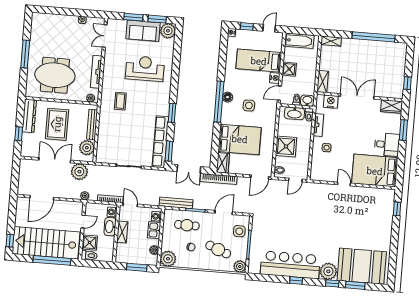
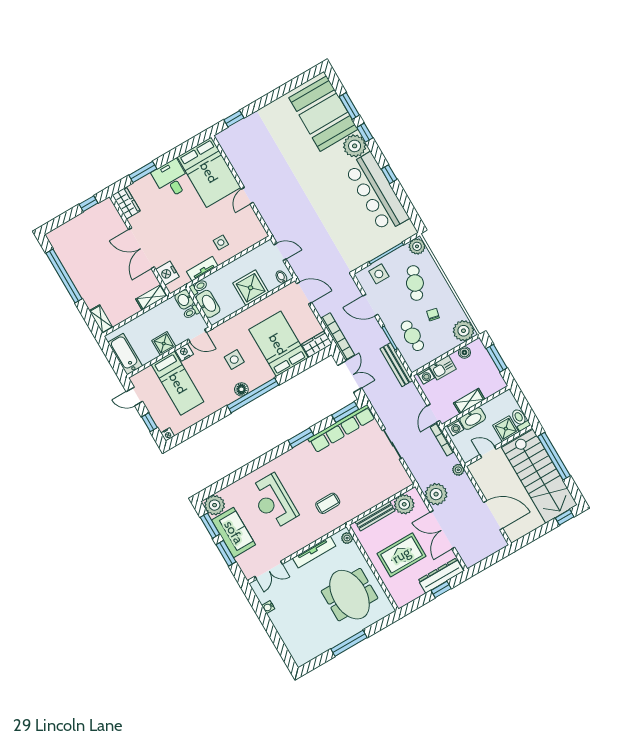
dresser: (29, 116) -> (441, 576), moved

